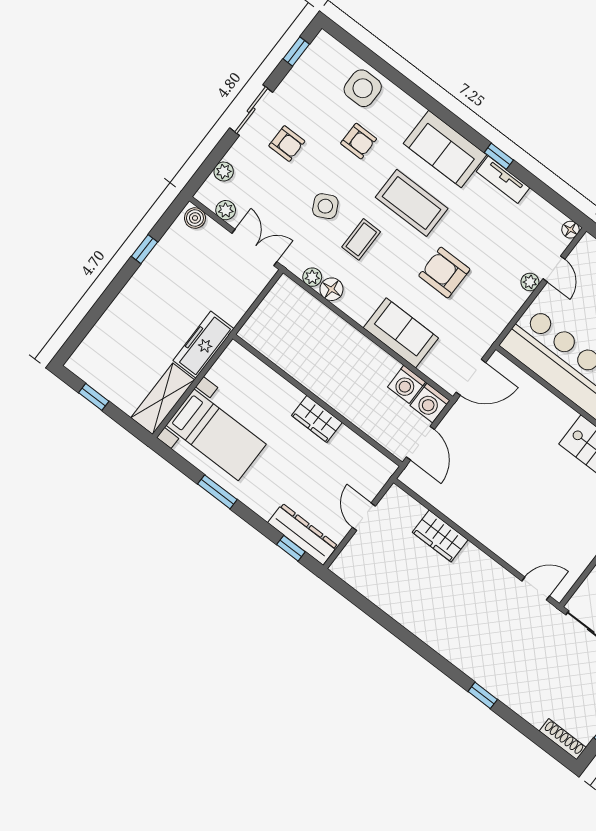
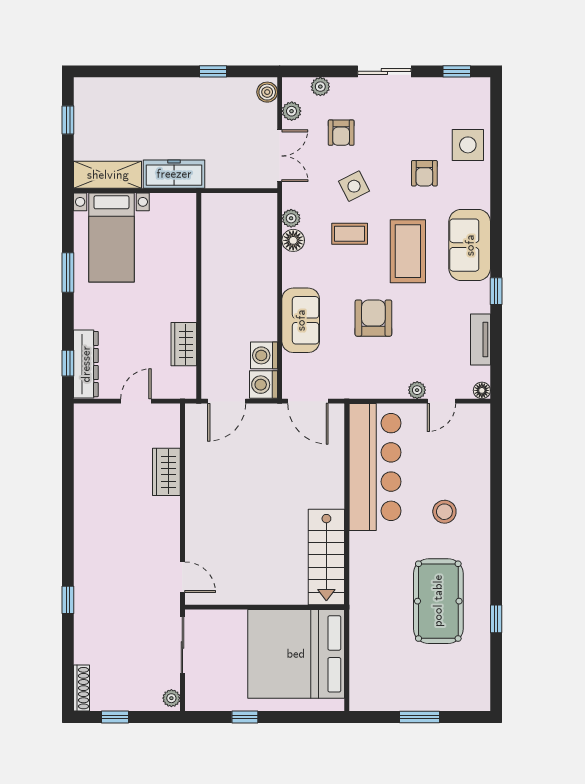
armchair: (287, 144) -> (341, 133), moved
tv unit: (503, 180) -> (480, 339), moved
wardrobe: (317, 419) -> (184, 344), moved

